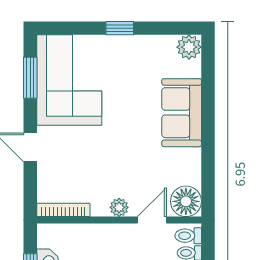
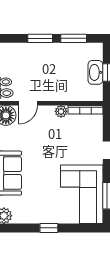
plant: (119, 207) -> (61, 111), moved

